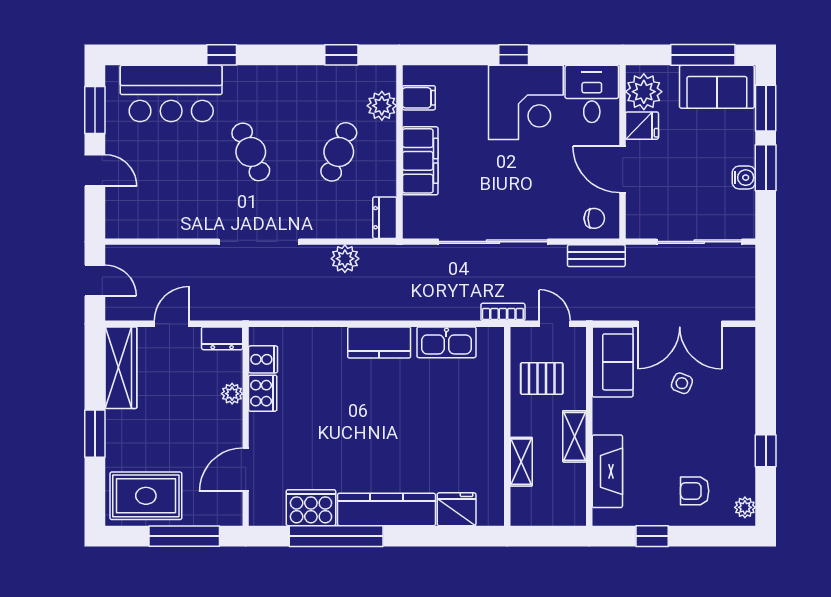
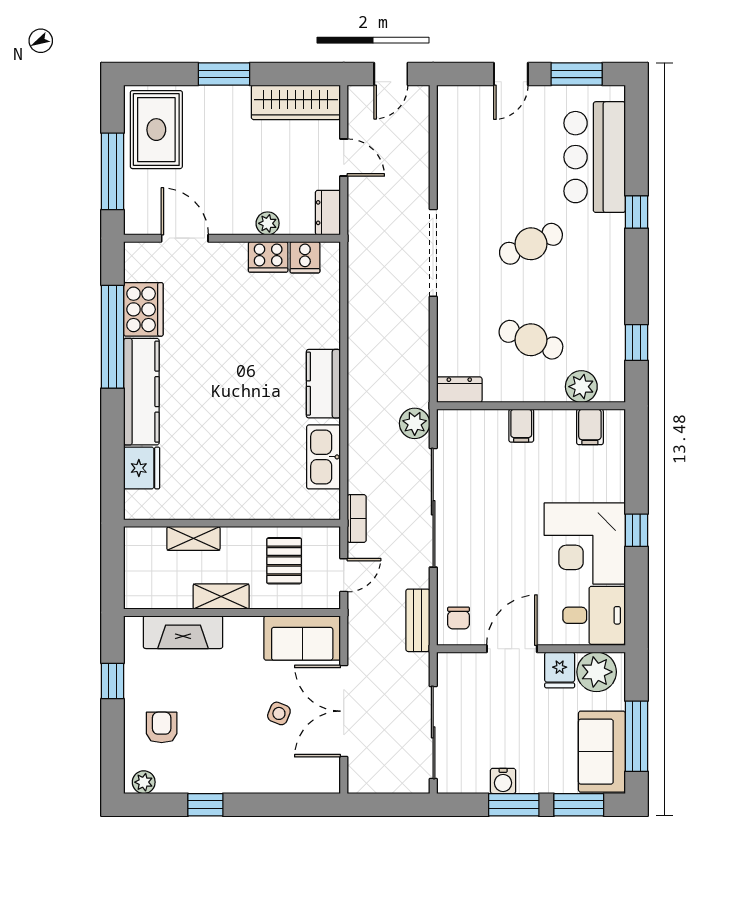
filing cabinet: (420, 161) -> (521, 426), width x0.33, depth x0.86
plant: (345, 259) -> (415, 423), moved

